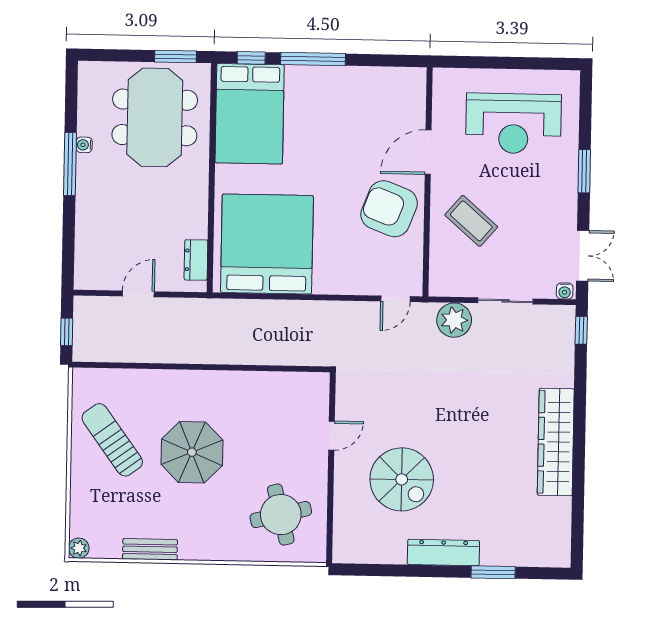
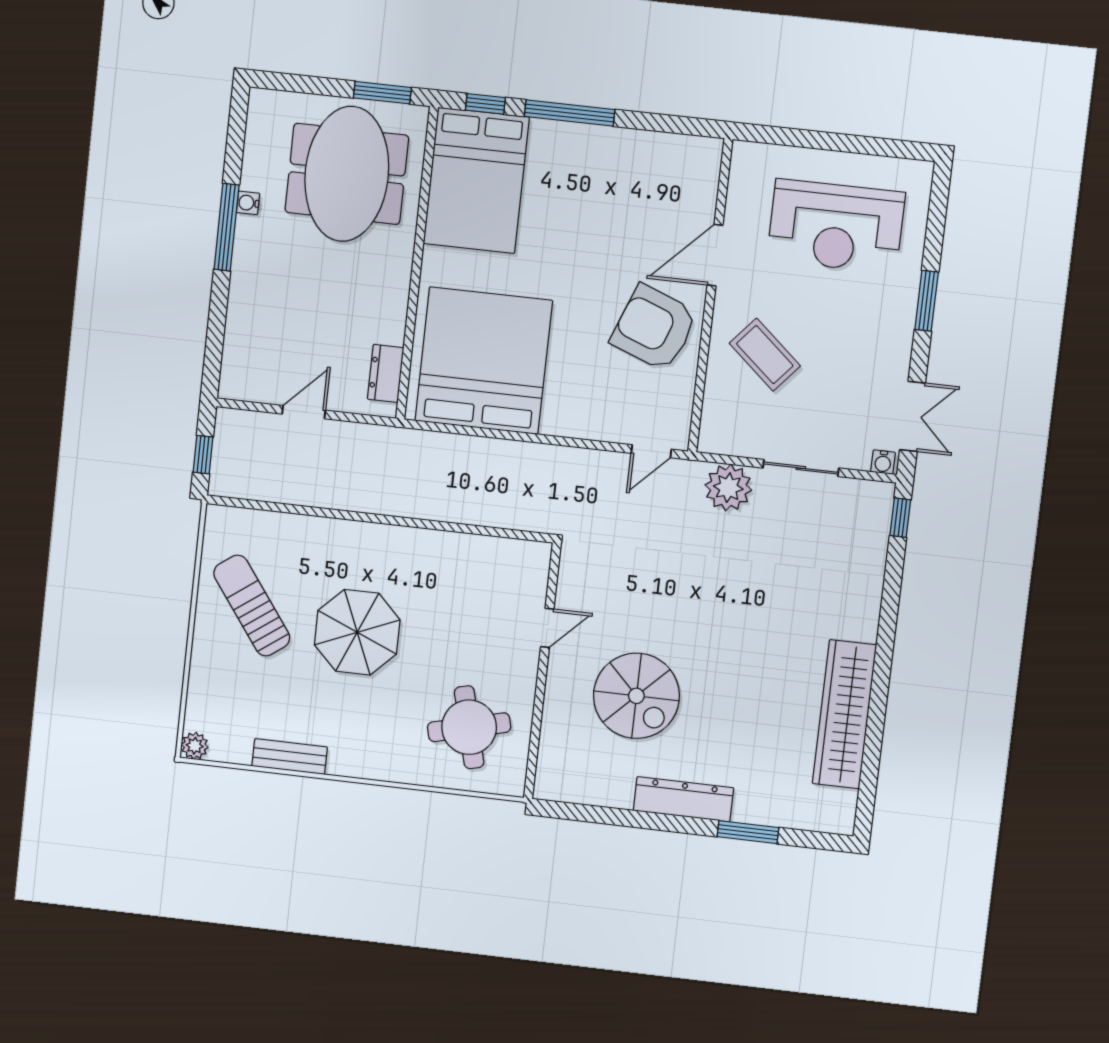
wardrobe: (556, 442) -> (844, 714), moved

